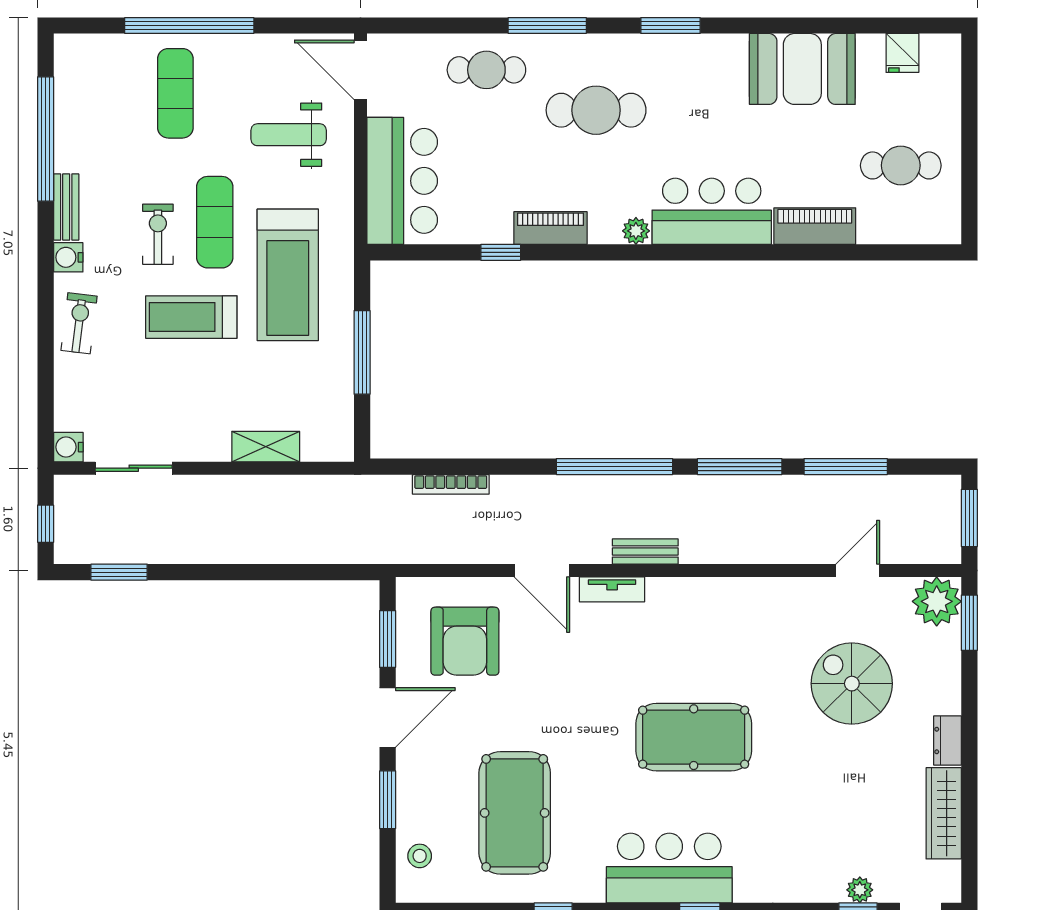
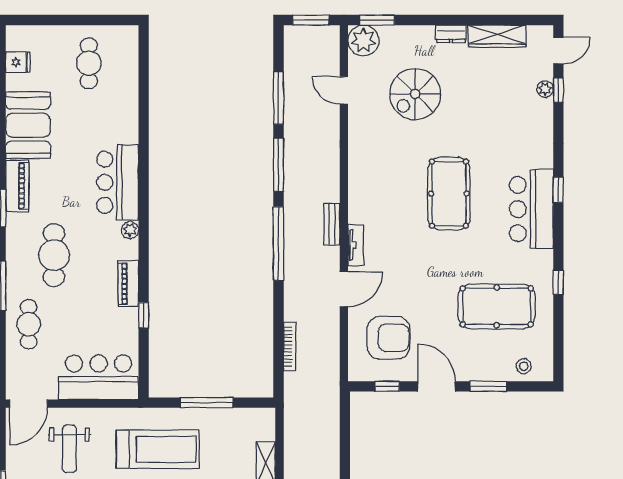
piano: (815, 226) -> (17, 186), moved, turned 180
window: (388, 639) -> (387, 386), width x0.67

